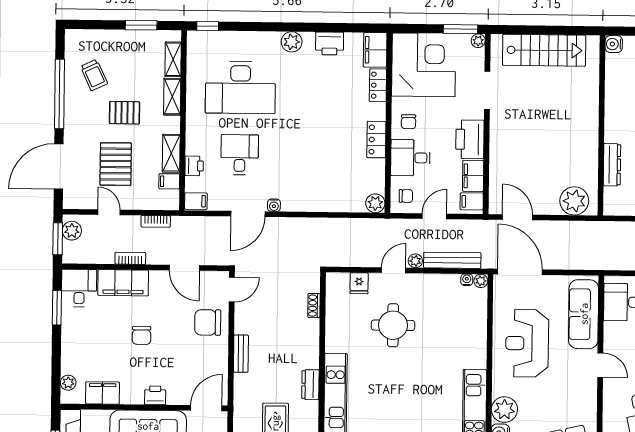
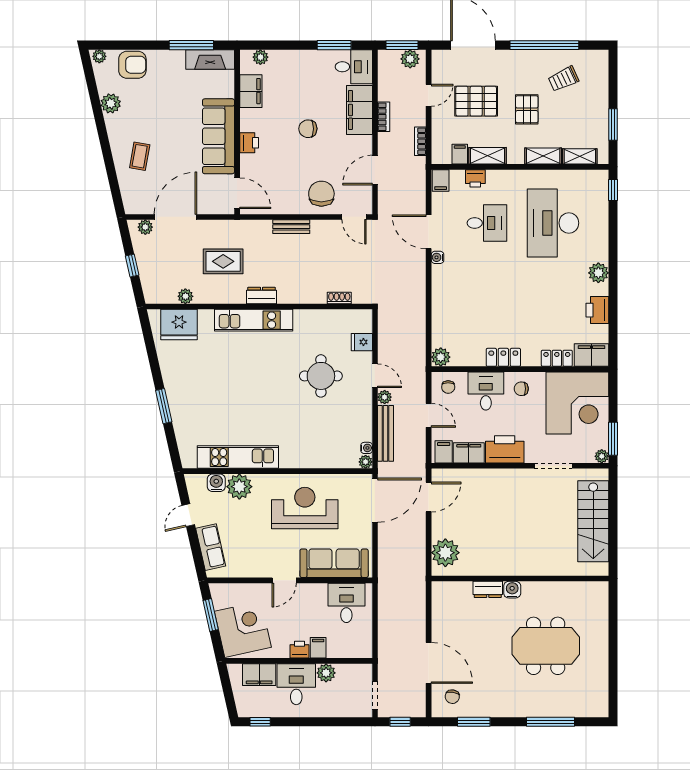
water cooler: (614, 44) -> (512, 590), moved
dresser: (612, 165) -> (488, 589), width x0.70

